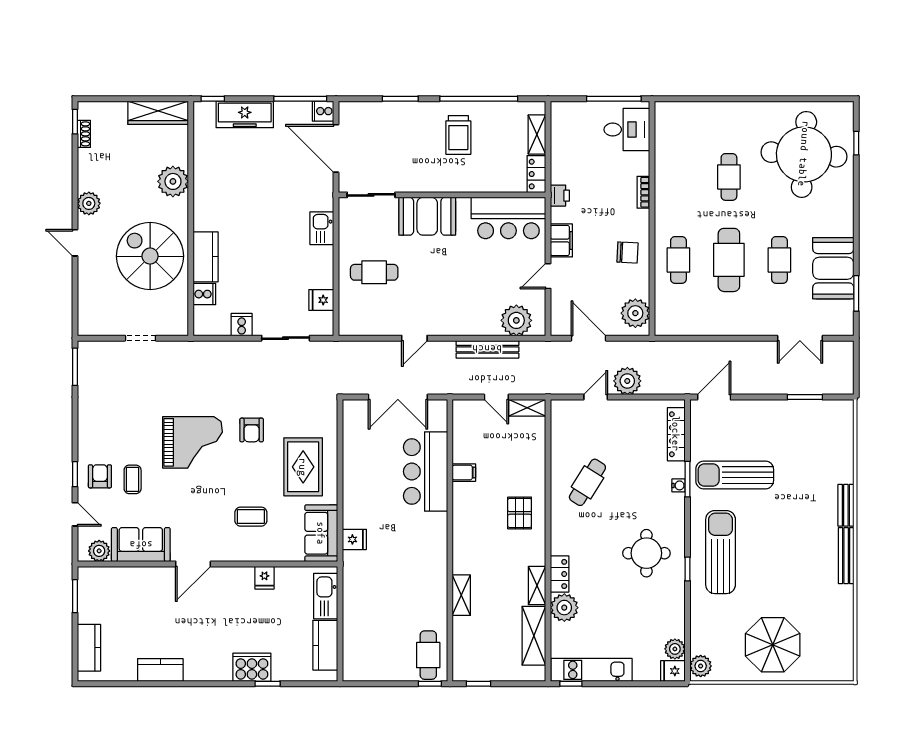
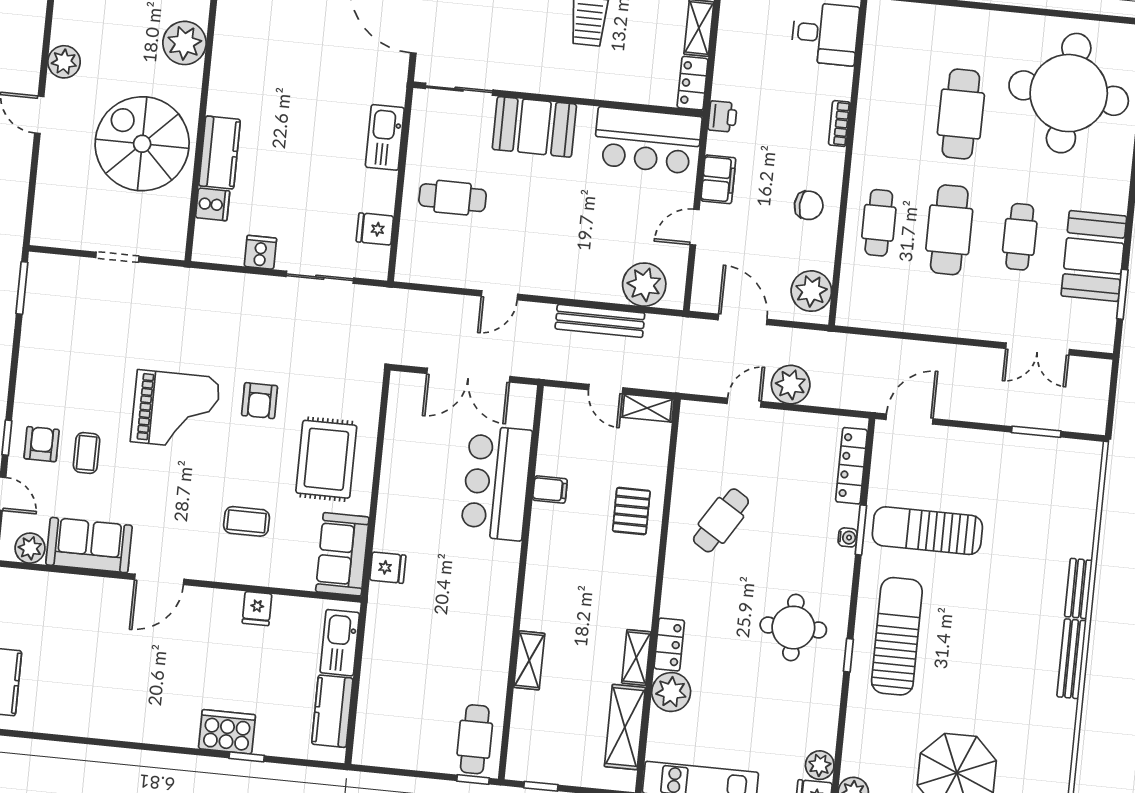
cafe table: (729, 177) -> (961, 114), width x1.37, depth x1.35
kitchen sink: (322, 228) -> (385, 137), width x1.38
pallet: (520, 513) -> (631, 511), moved
kitchen counter: (160, 670) -> (99, 723), removed

